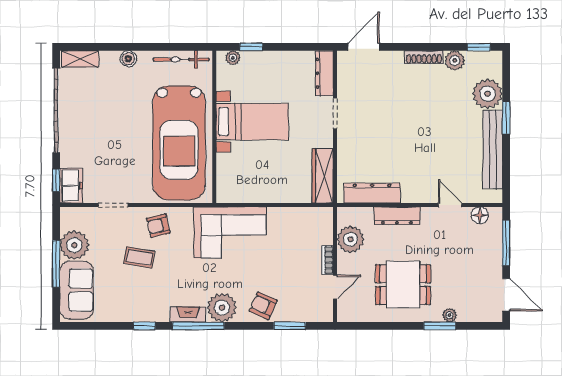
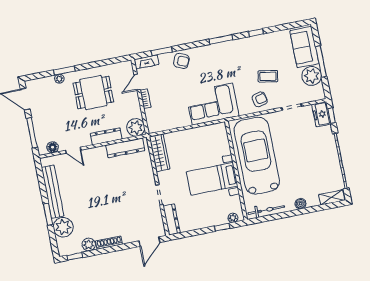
plant: (350, 239) -> (136, 127), moved
plant: (222, 308) -> (208, 54), removed
fireplace: (188, 315) -> (146, 62), moved
window: (198, 326) -> (221, 40), width x0.69

